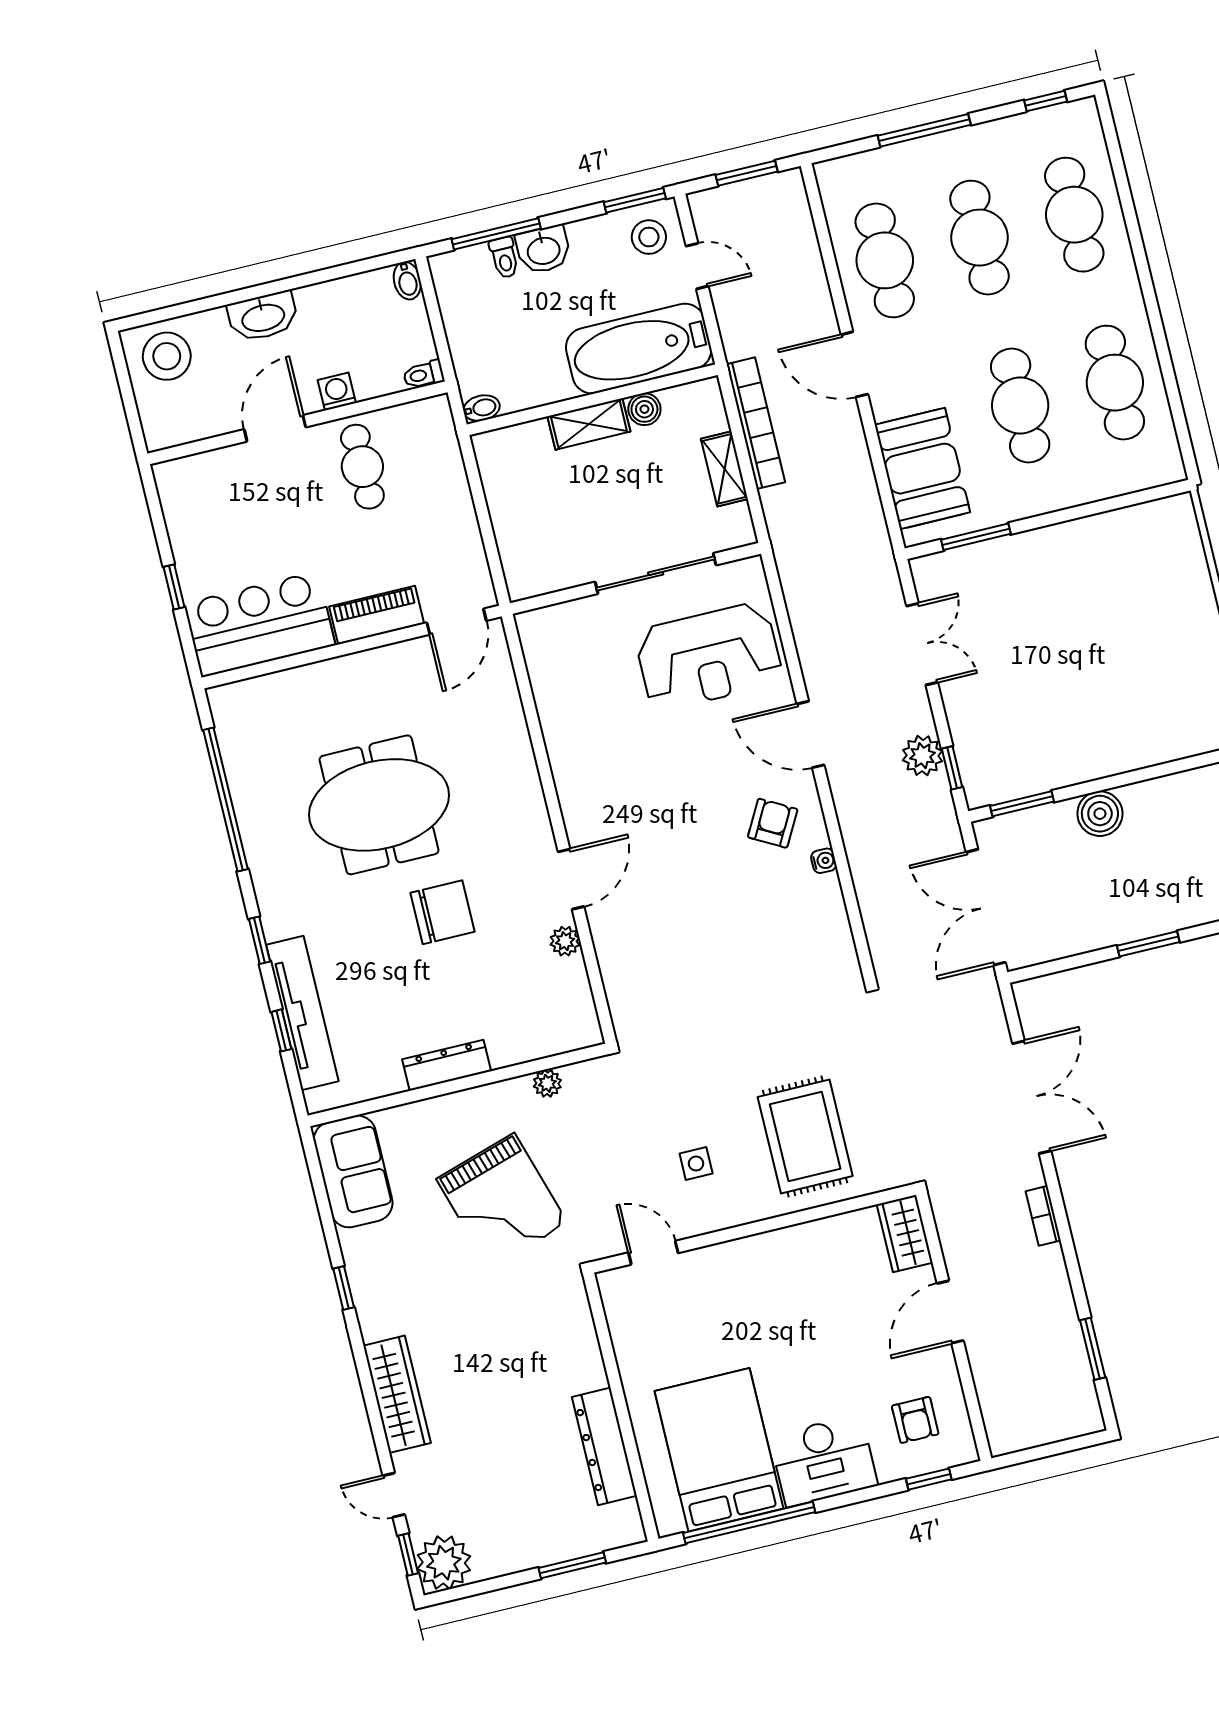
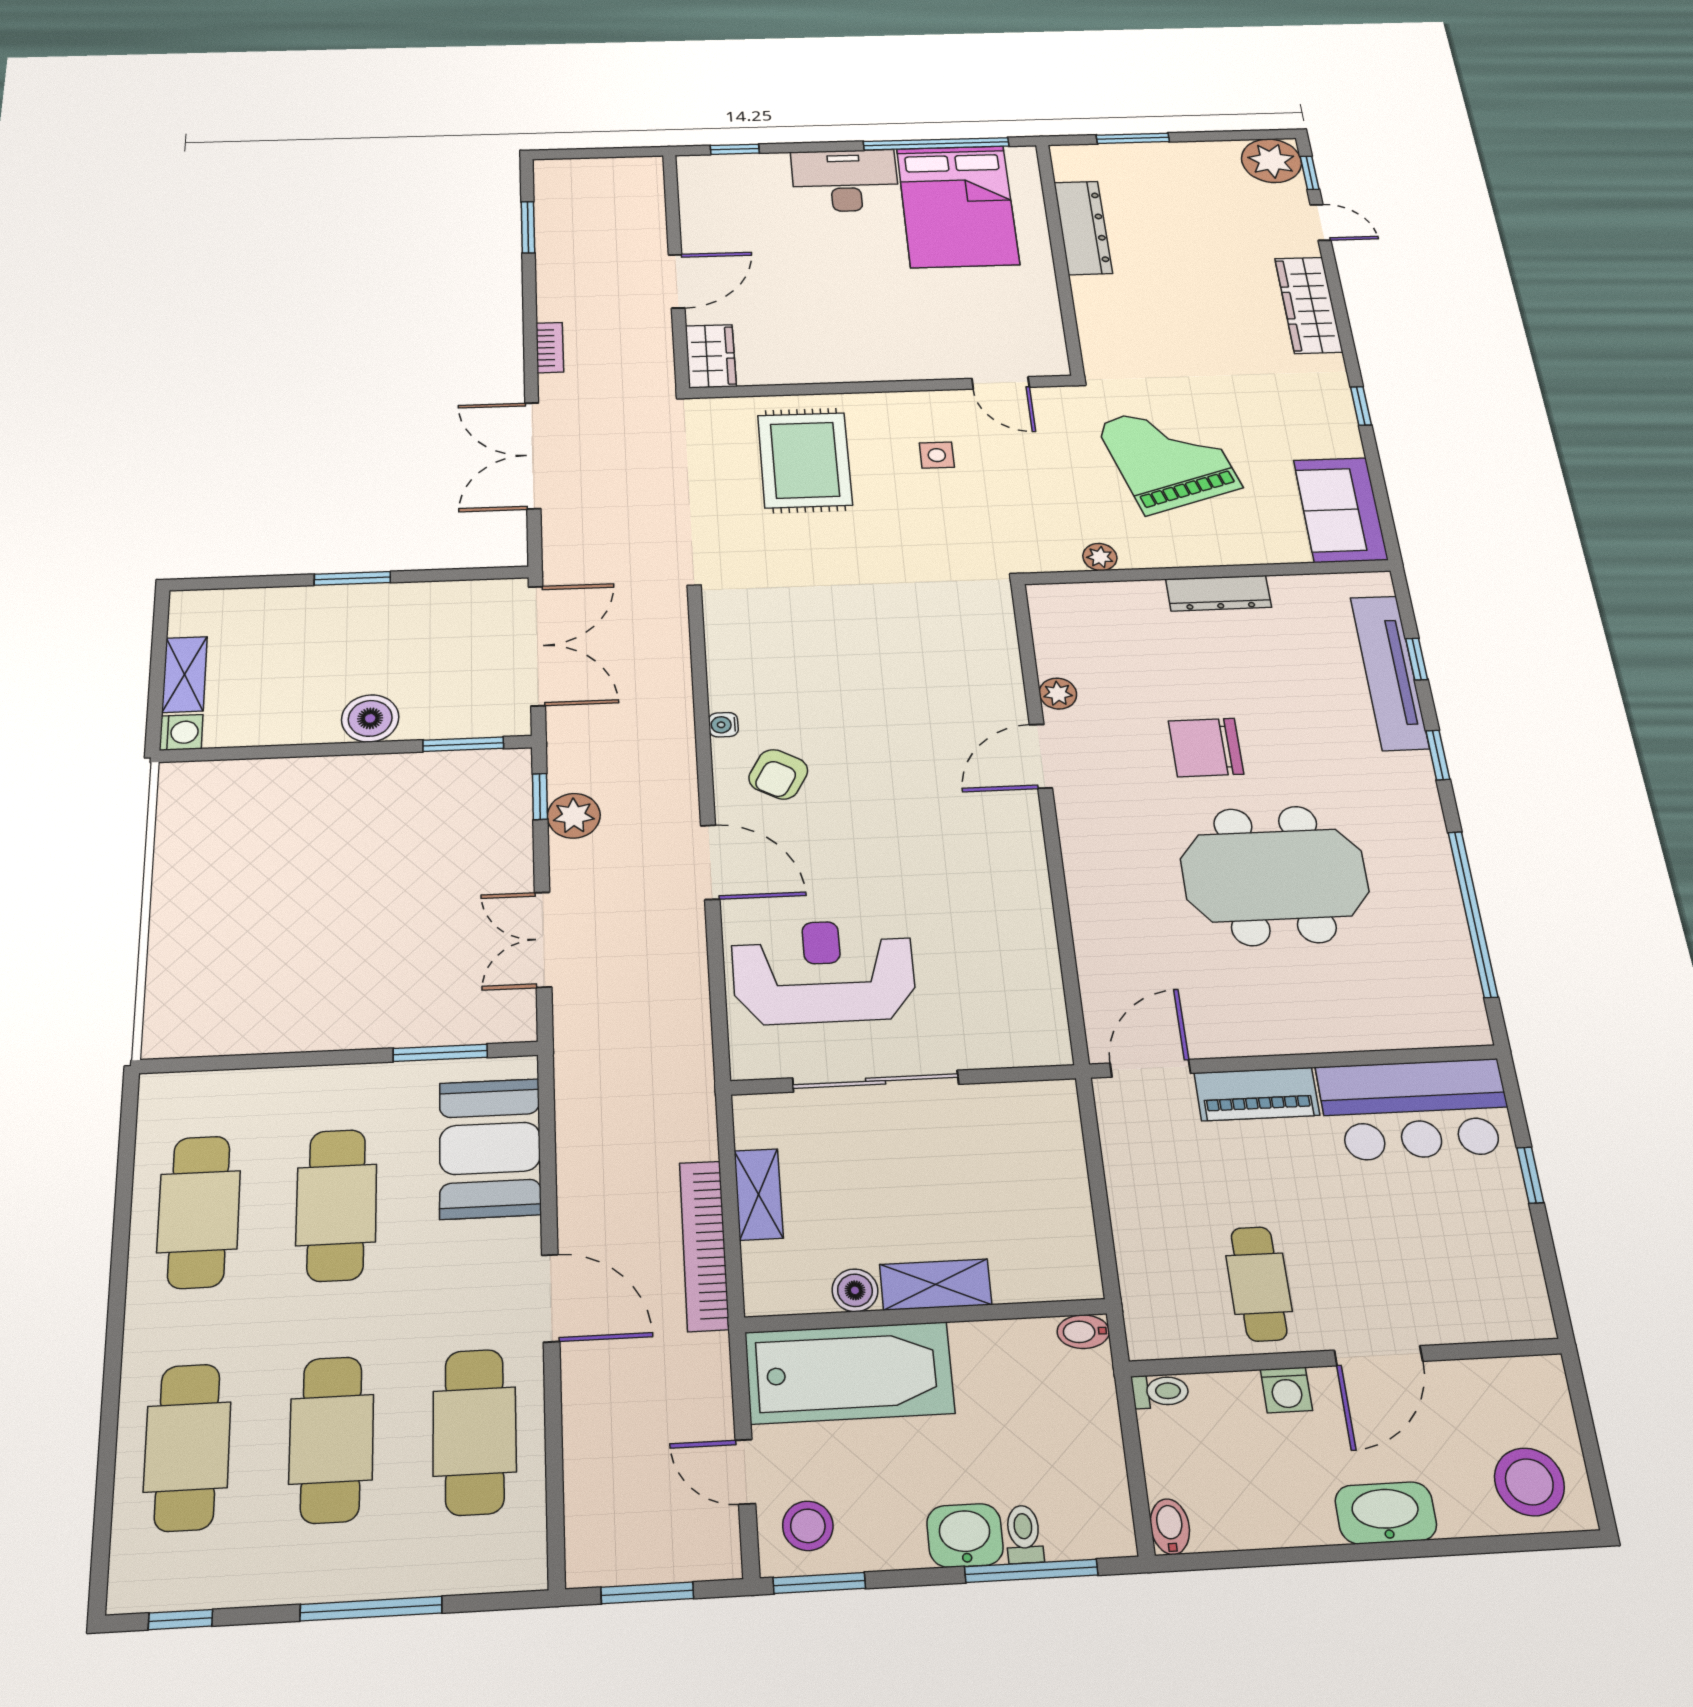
armchair: (915, 1420) -> (738, 198), removed

